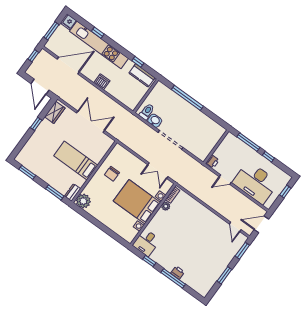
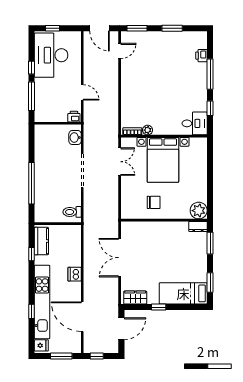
washbasin: (155, 121) -> (75, 138), moved
bed: (76, 160) -> (183, 293), moved, turned 90
desk: (255, 182) -> (51, 55), moved, turned 180
printer: (178, 273) -> (201, 56), moved

